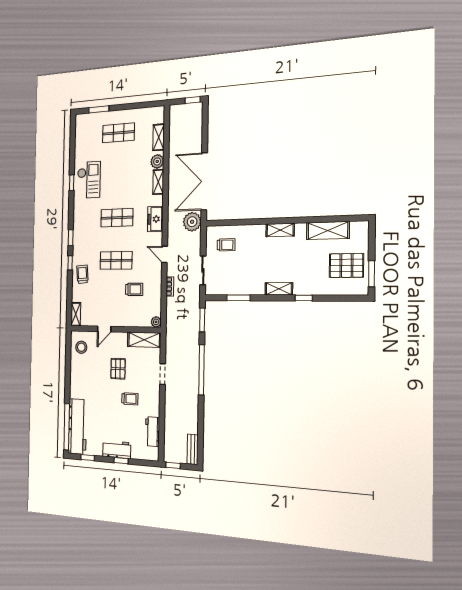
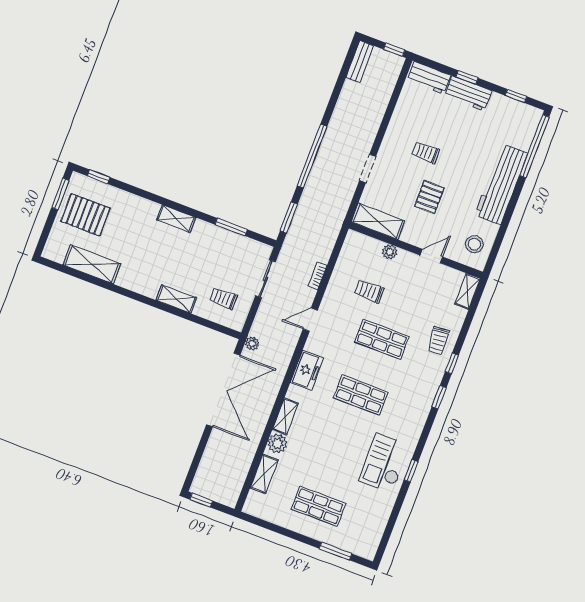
plant: (192, 222) -> (252, 344), width x0.53, depth x0.53
shelving: (280, 230) -> (176, 299), moved
door: (165, 254) -> (310, 320), swing flipped
window: (304, 298) -> (99, 177), moved
plant: (156, 322) -> (390, 252), moved
workbench: (77, 427) -> (501, 184), moved
workbench: (152, 432) -> (429, 78), moved, turned 90

